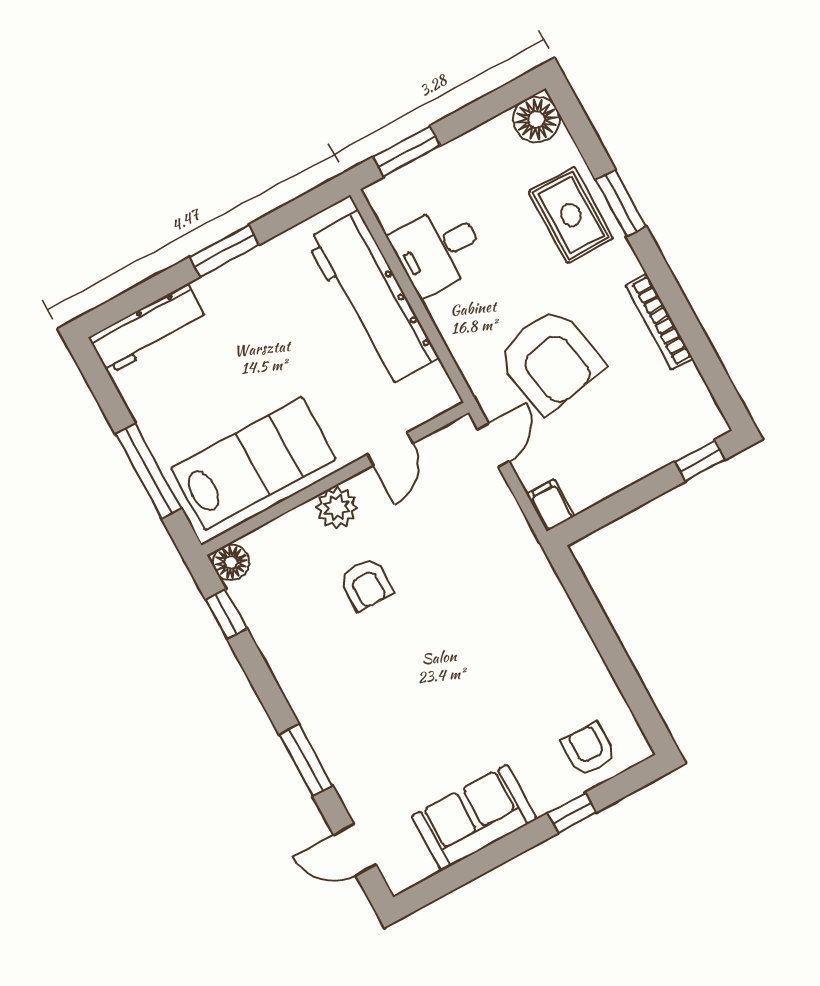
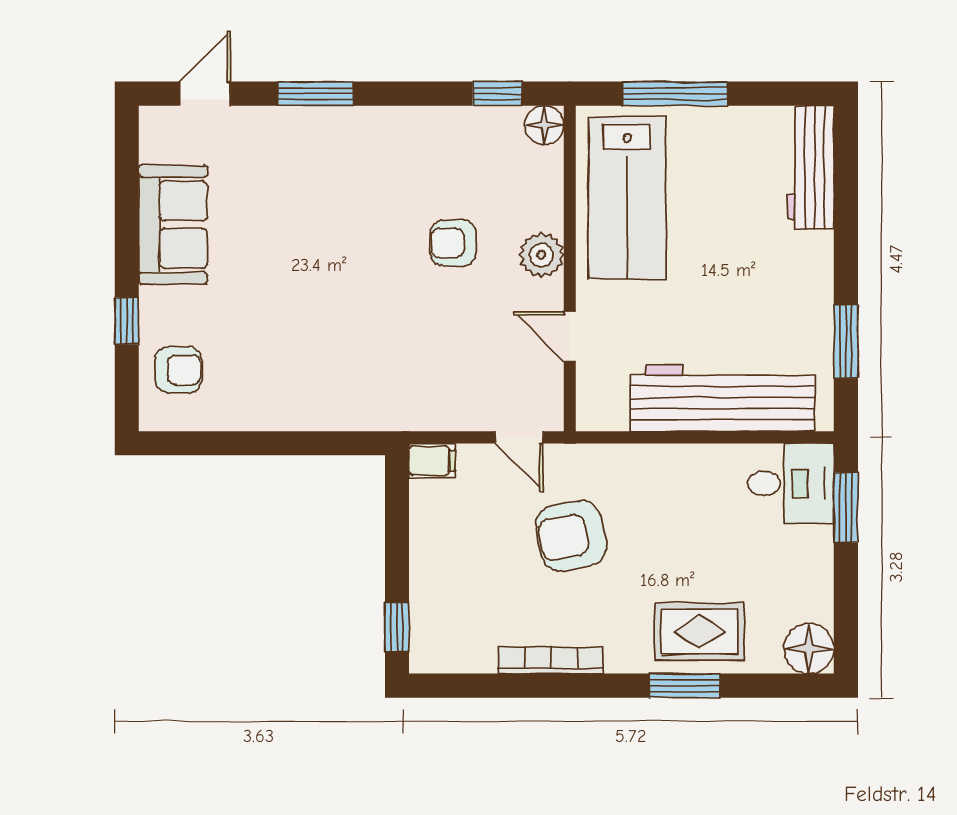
desk: (438, 249) -> (791, 483), moved, turned 90
window: (224, 251) -> (846, 342), moved
armchair: (550, 360) -> (571, 536), width x0.73, depth x0.73

